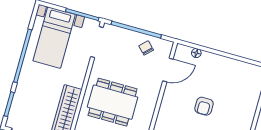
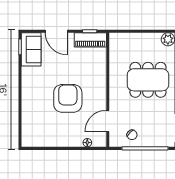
armchair: (204, 106) -> (68, 98), width x1.88, depth x1.88

